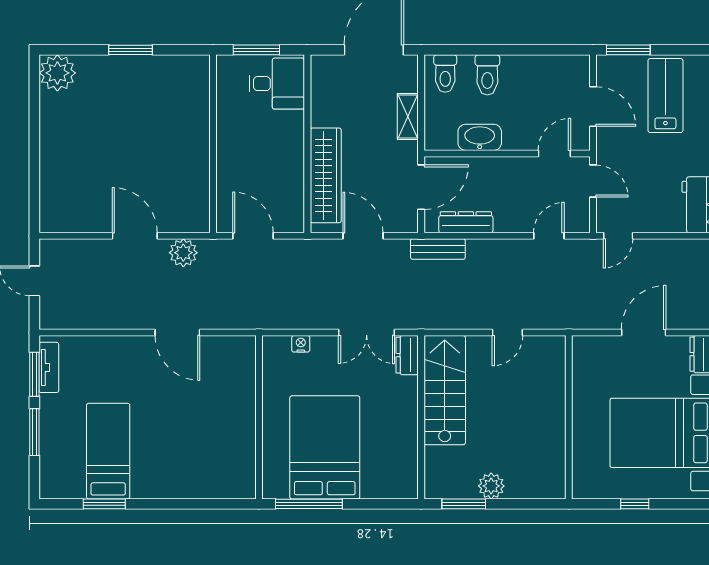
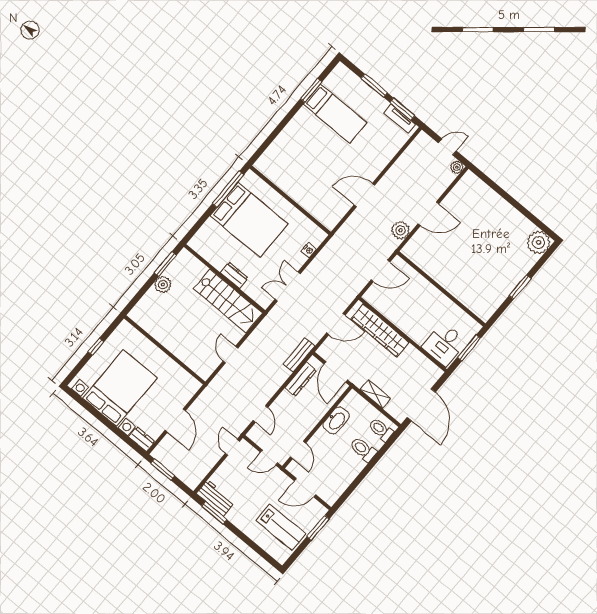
plant: (49, 249) -> (457, 167), added
dresser: (407, 355) -> (234, 275), moved

